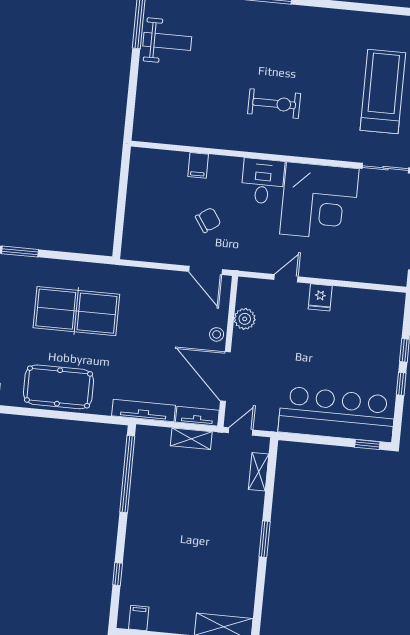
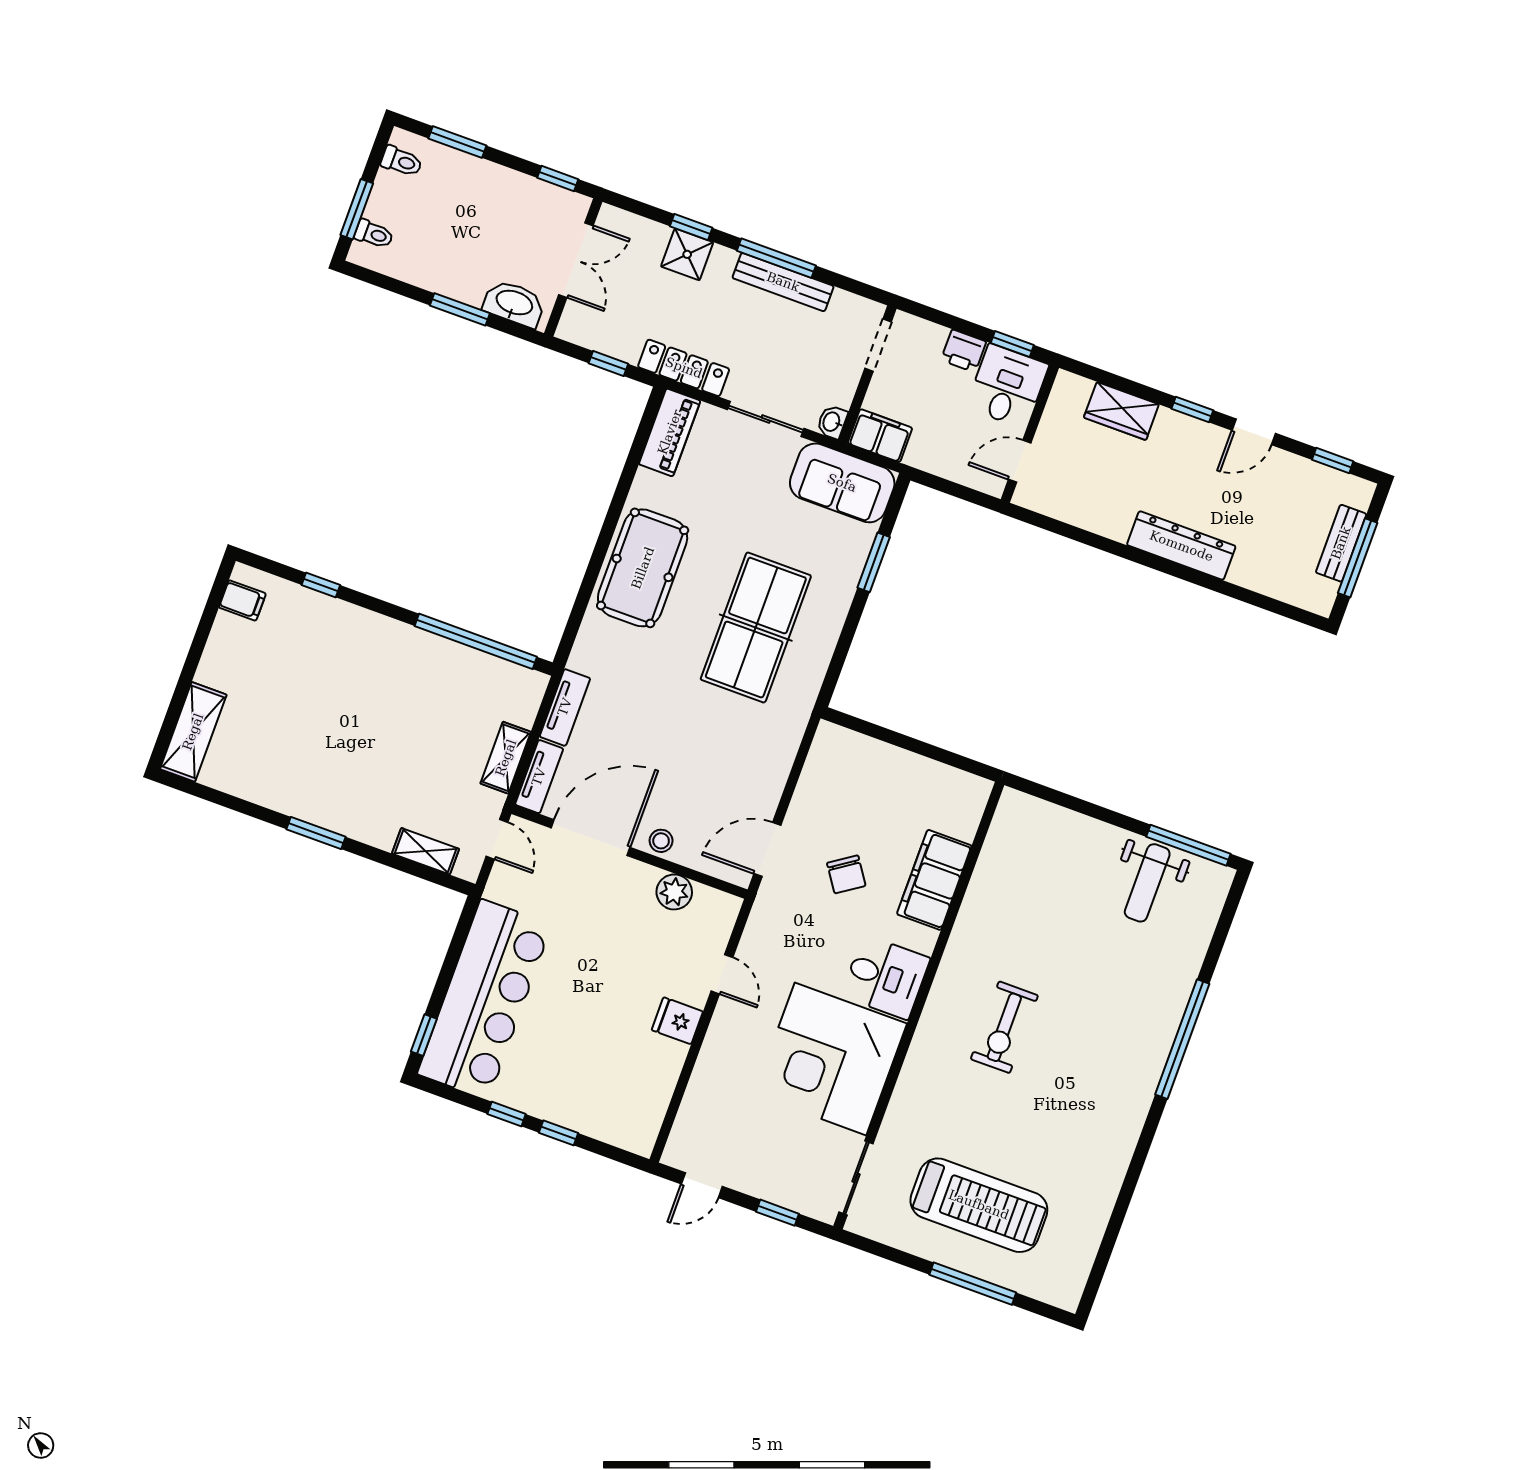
filing cabinet: (198, 165) -> (934, 880), width x3.00, depth x1.17
tv unit: (144, 411) -> (565, 707), width x0.71

